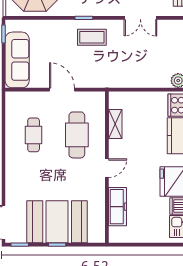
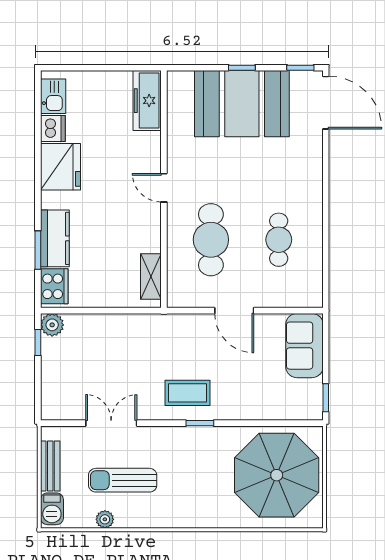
sofa: (17, 60) -> (304, 346), width x0.73
shelving: (115, 124) -> (151, 277), moved
door: (107, 168) -> (164, 188), hinge flipped
freezer: (118, 207) -> (147, 101), moved

